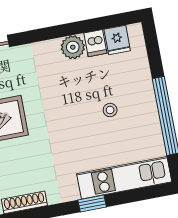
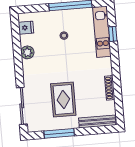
dishwasher: (95, 43) -> (26, 40), removed
window: (92, 203) -> (113, 34), moved

